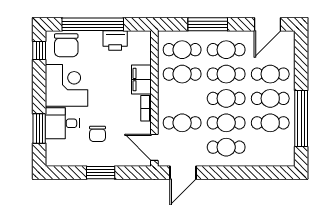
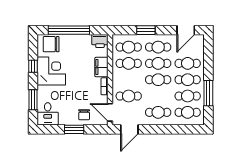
window: (208, 24) -> (146, 30), width x0.69
printer: (115, 41) -> (100, 41), moved
chair: (66, 45) -> (51, 44), turned 90
window: (39, 51) -> (33, 66), moved
window: (301, 118) -> (208, 93), width x0.68
desk: (62, 123) -> (48, 114), moved, turned -90
cafe table: (226, 123) -> (188, 112), moved
chair: (98, 134) -> (84, 115), moved

